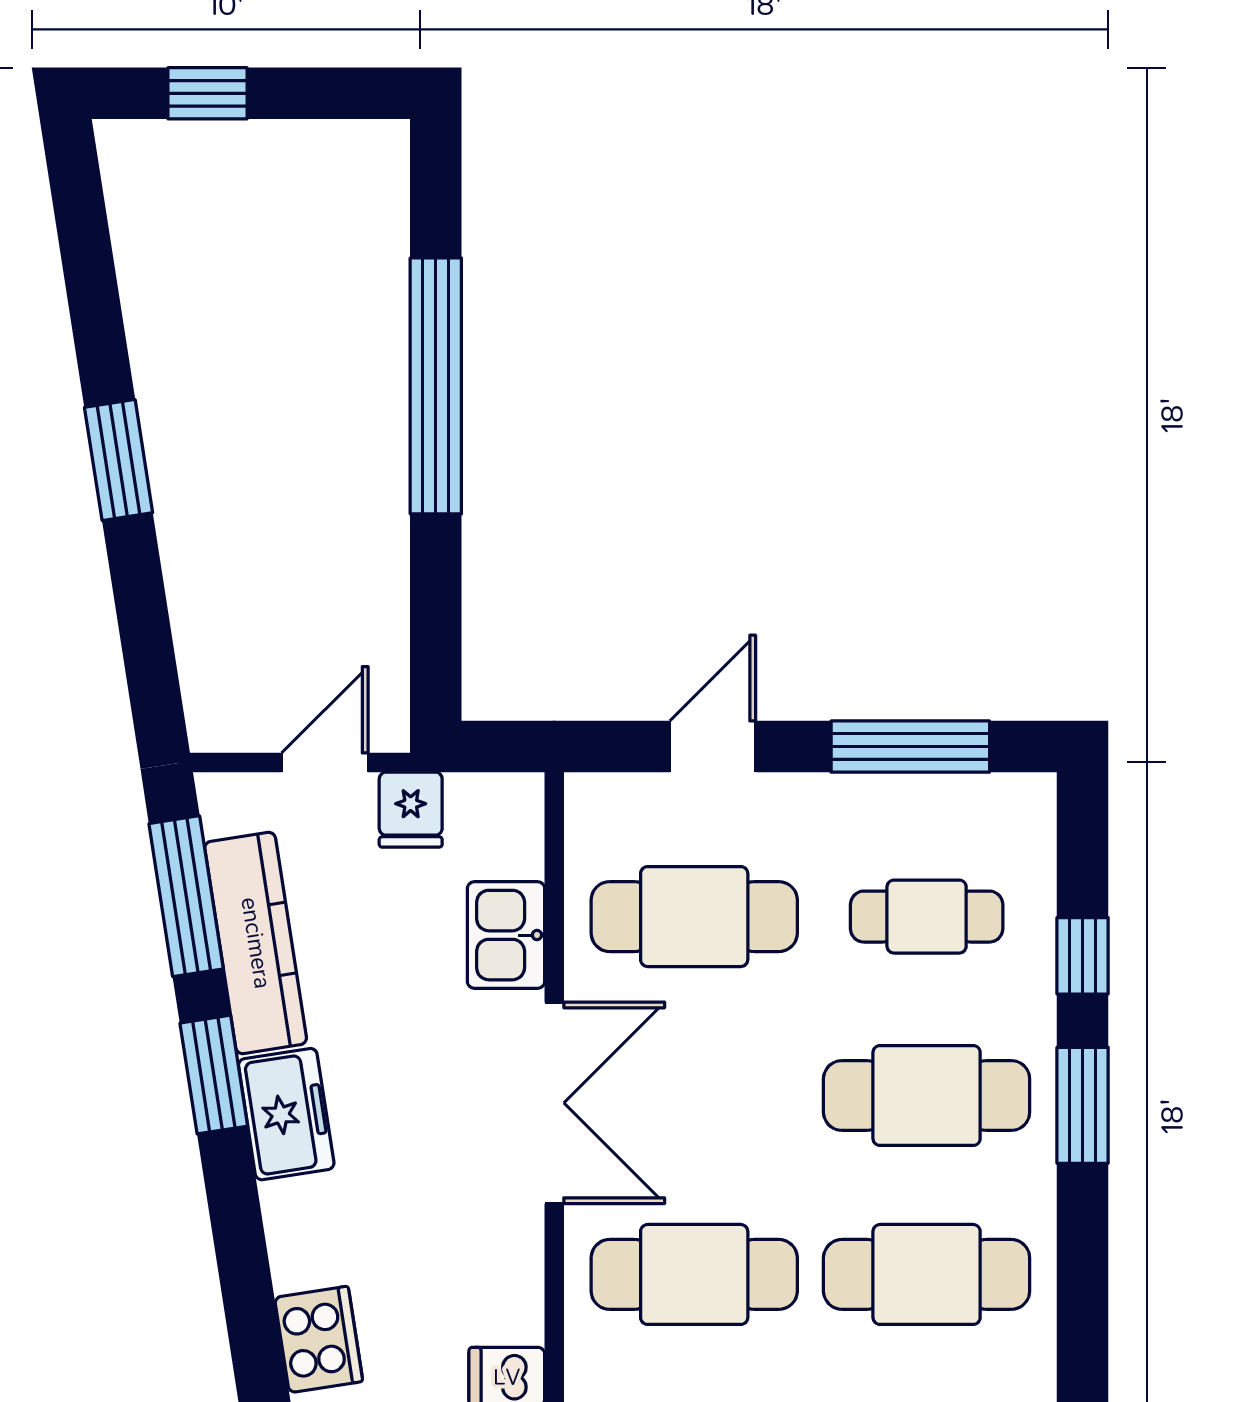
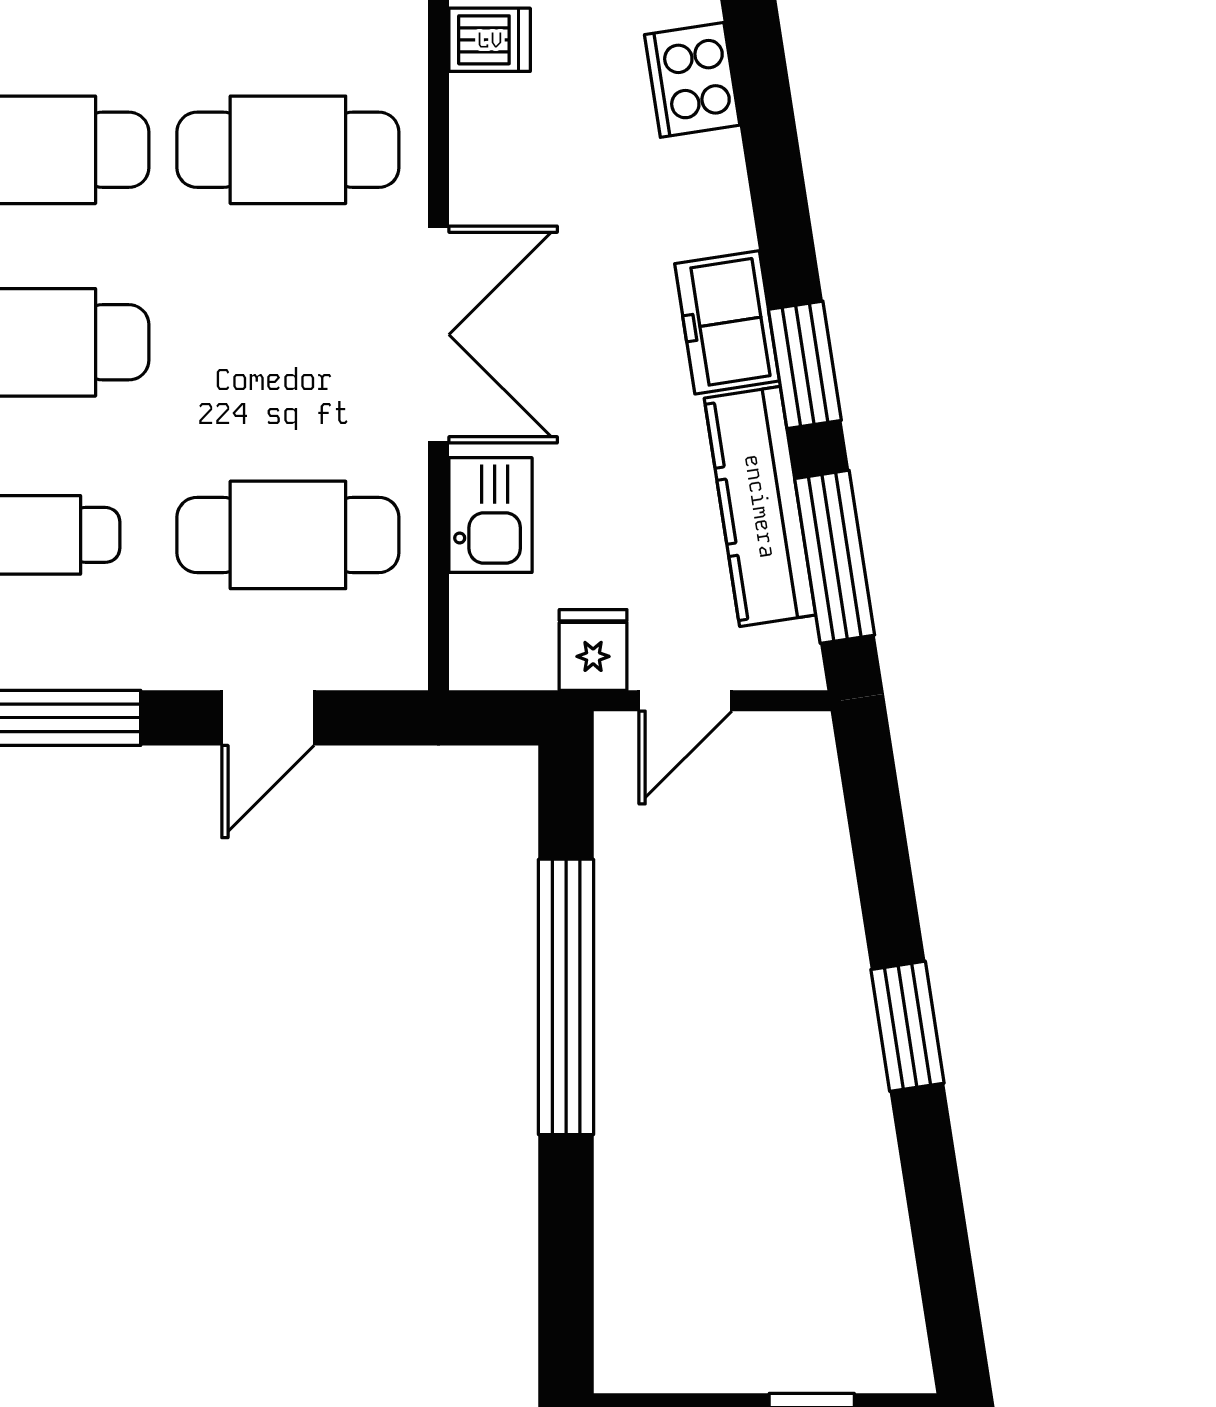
window: (436, 386) -> (566, 997), moved
double door: (554, 1103) -> (439, 335), swing flipped

